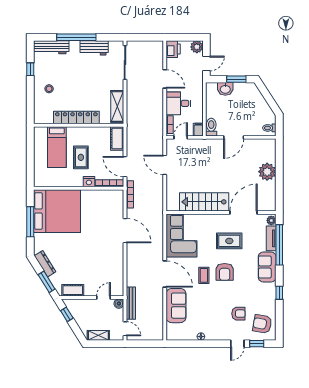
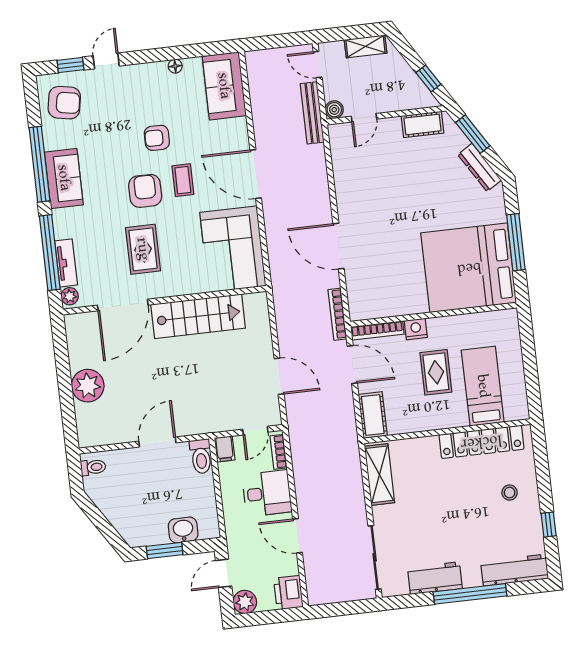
locker: (76, 117) -> (481, 442), moved
rug: (229, 241) -> (143, 249), turned 90
sofa: (267, 267) -> (64, 178), moved
window: (279, 293) -> (39, 164), width x3.17
sofa: (176, 306) -> (224, 86), moved
armchair: (238, 314) -> (157, 138), moved

